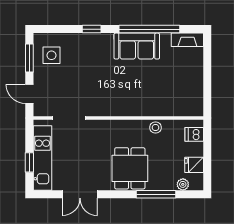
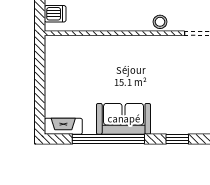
stool: (155, 128) -> (160, 22), moved

